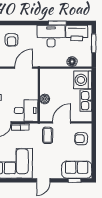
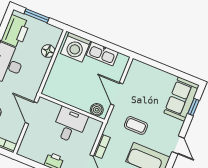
boiler: (45, 99) -> (97, 110), moved
desk: (26, 111) -> (70, 125), moved
coffee table: (48, 135) -> (136, 125), moved
armchair: (81, 139) -> (146, 78), removed

